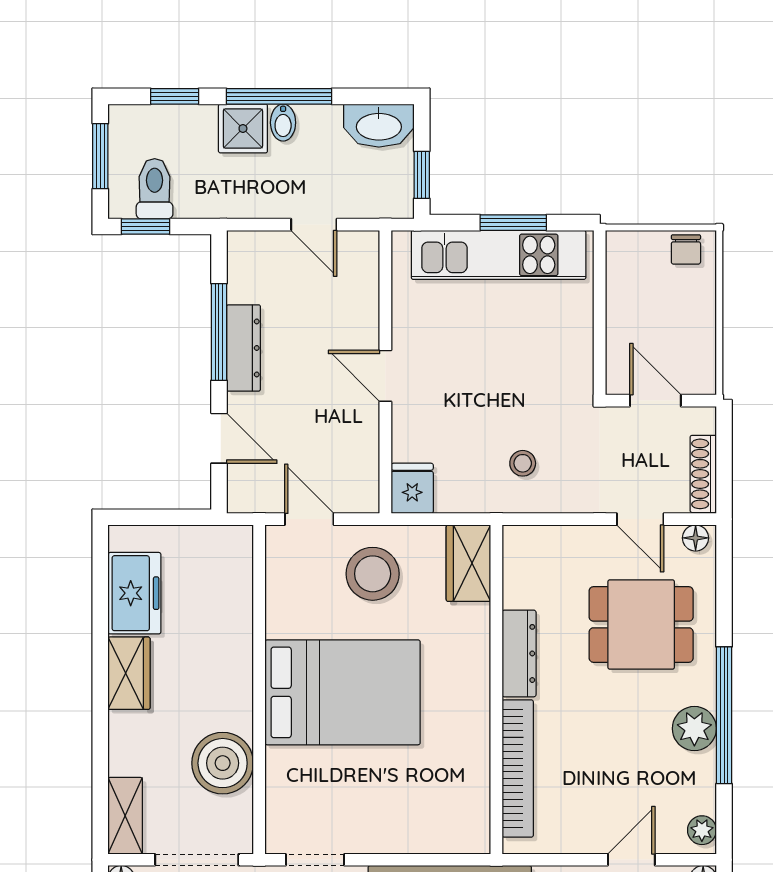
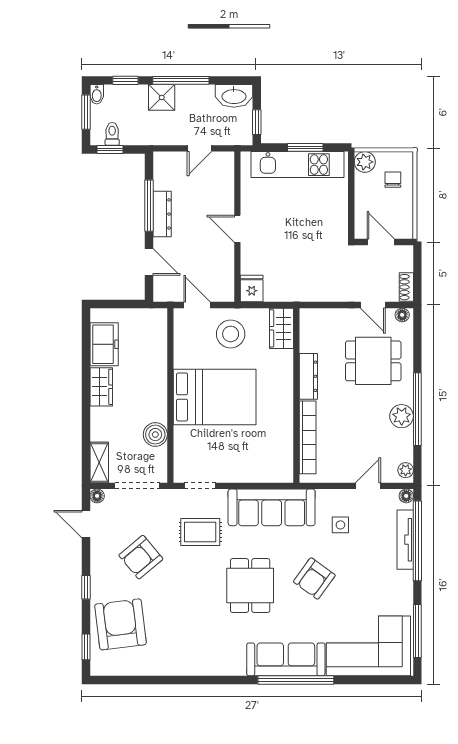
bidet: (283, 123) -> (97, 94), moved
toilet: (155, 189) -> (112, 134), width x0.73, depth x0.72
door: (314, 225) -> (199, 148), hinge flipped
chair: (686, 249) -> (393, 180), moved, turned 180
plant: (625, 250) -> (365, 162), added
stool: (523, 463) -> (310, 275), removed
shoe rack: (703, 474) -> (406, 287), width x0.70
boiler: (223, 763) -> (155, 435), width x0.73, depth x0.73

